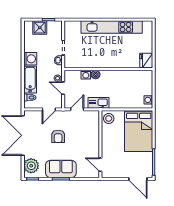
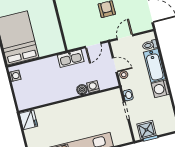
shower: (40, 28) -> (146, 130), moved
stool: (109, 118) -> (55, 44), removed

